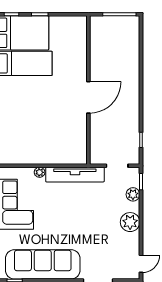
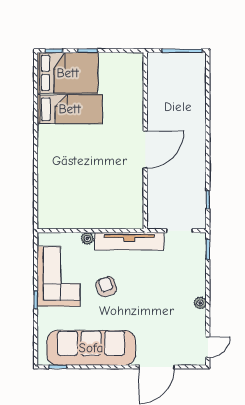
plant: (133, 194) -> (198, 265), removed
armchair: (56, 213) -> (106, 287), added
plant: (130, 222) -> (200, 303), width x0.53, depth x0.53

